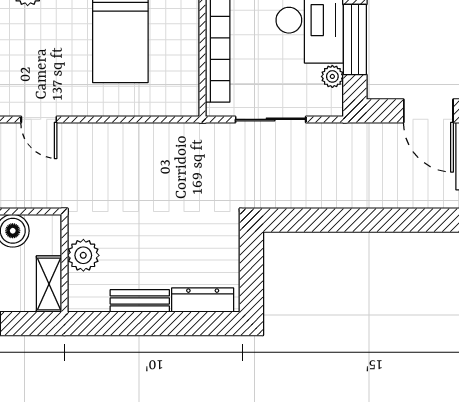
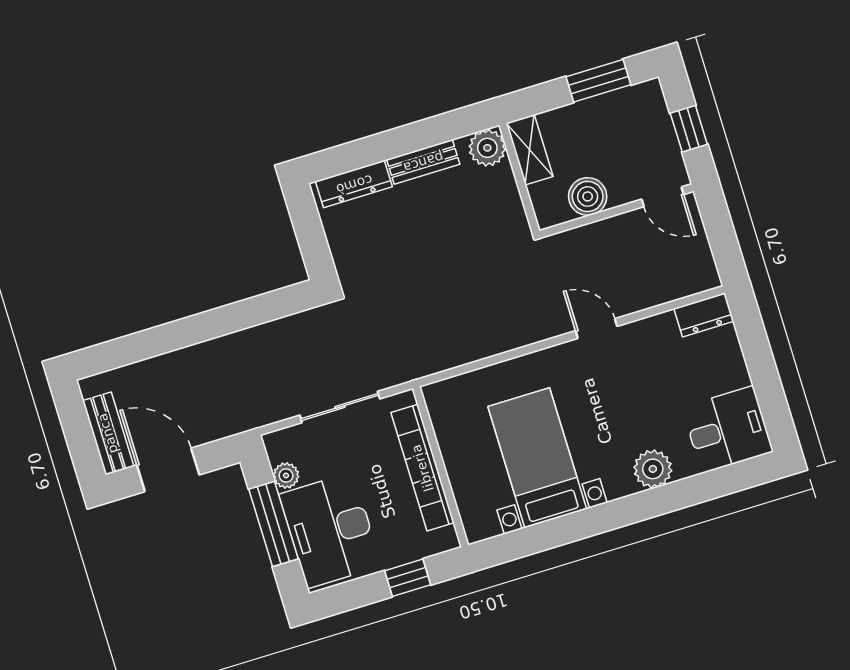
plant: (83, 255) -> (487, 148), moved

